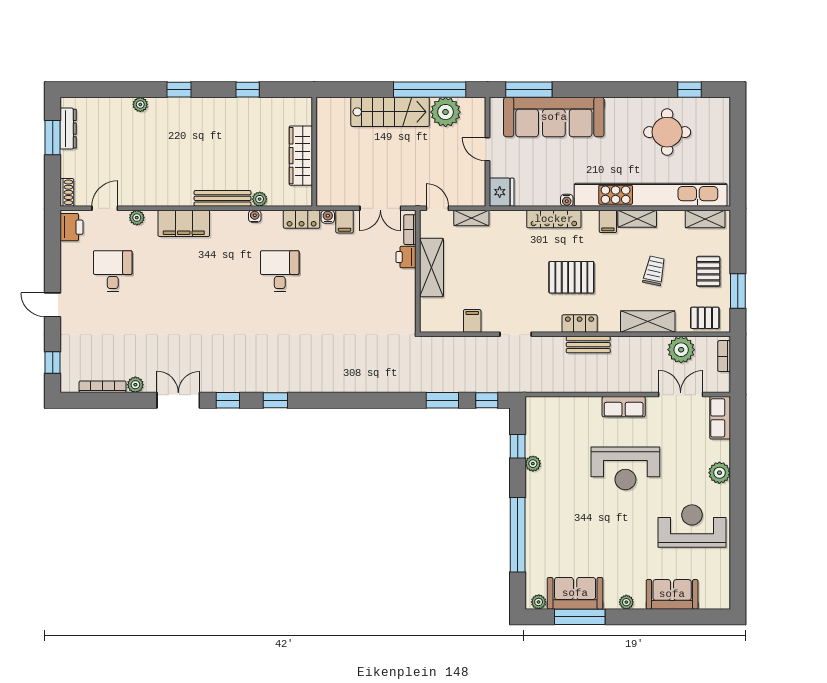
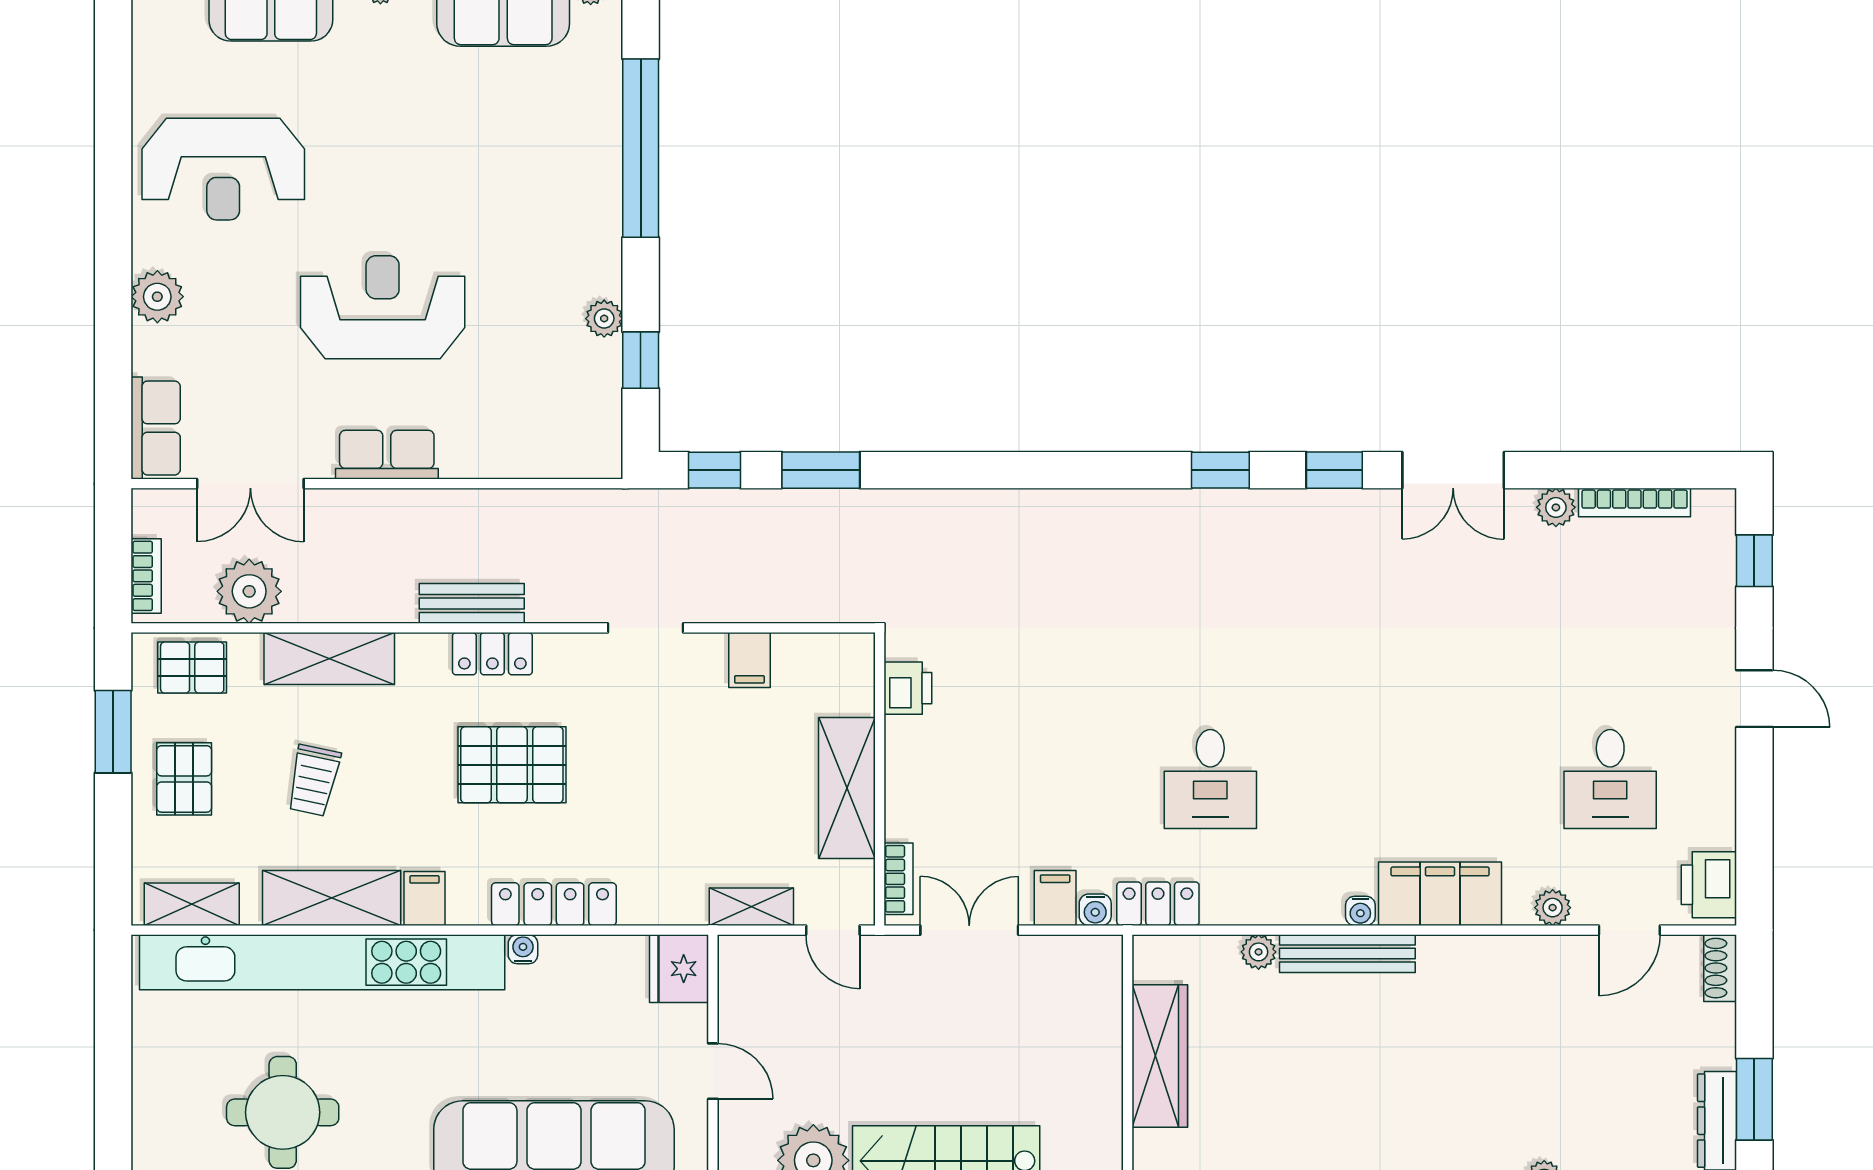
water cooler: (255, 216) -> (1360, 911), moved
shelving: (637, 219) -> (332, 898), width x1.50, depth x1.33
printer: (406, 257) -> (908, 688), moved

